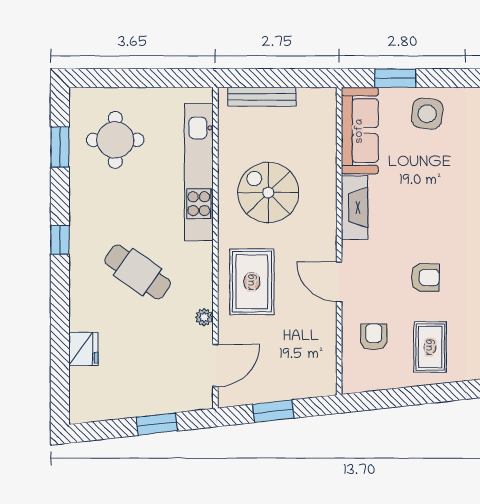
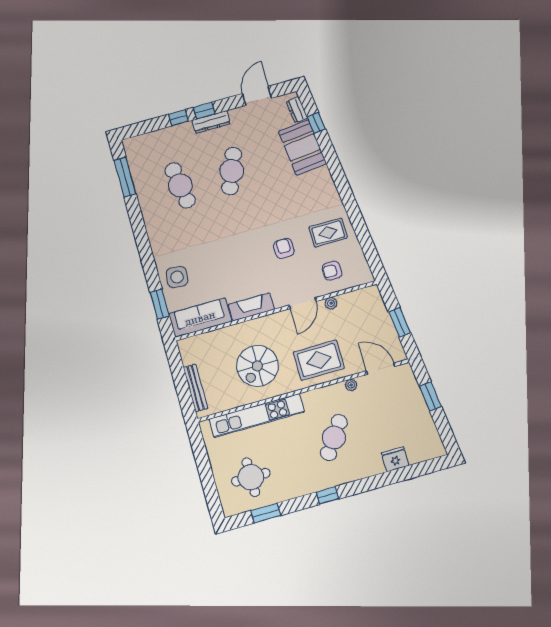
plant: (328, 322) -> (331, 303), added

